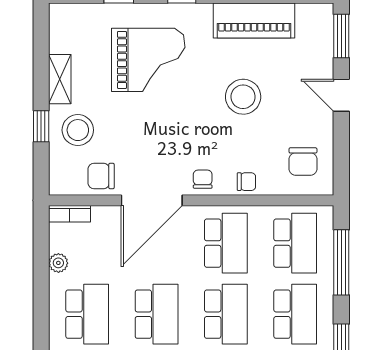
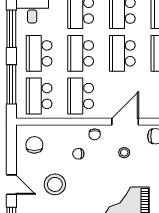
stool: (243, 97) -> (55, 184), moved
stool: (153, 149) -> (124, 153), added
chair: (246, 182) -> (78, 154), moved
door: (152, 200) -> (125, 122), width x0.73

